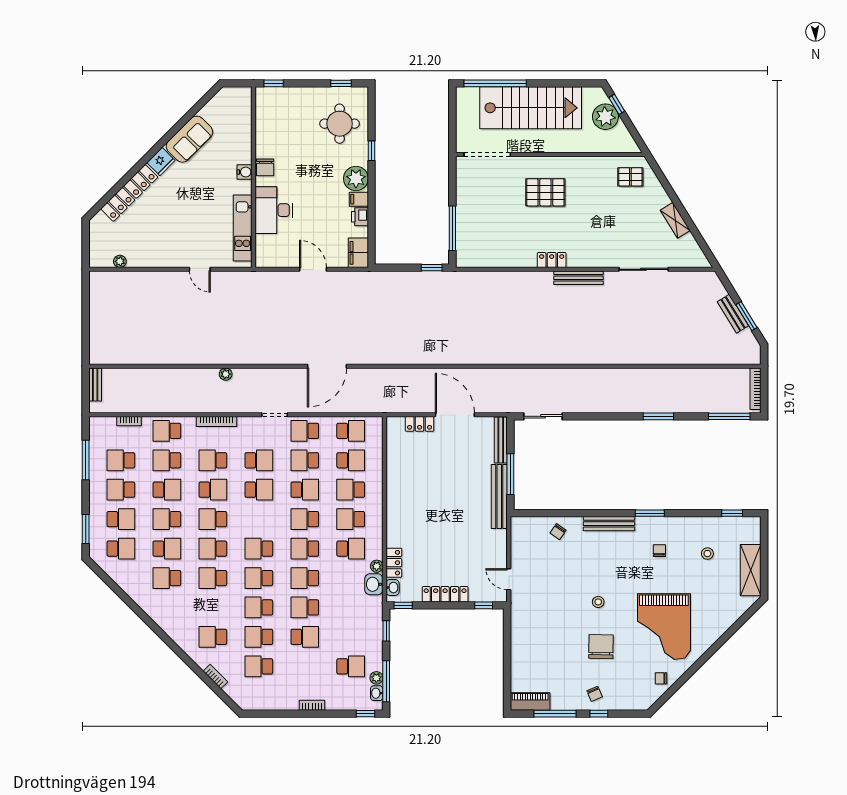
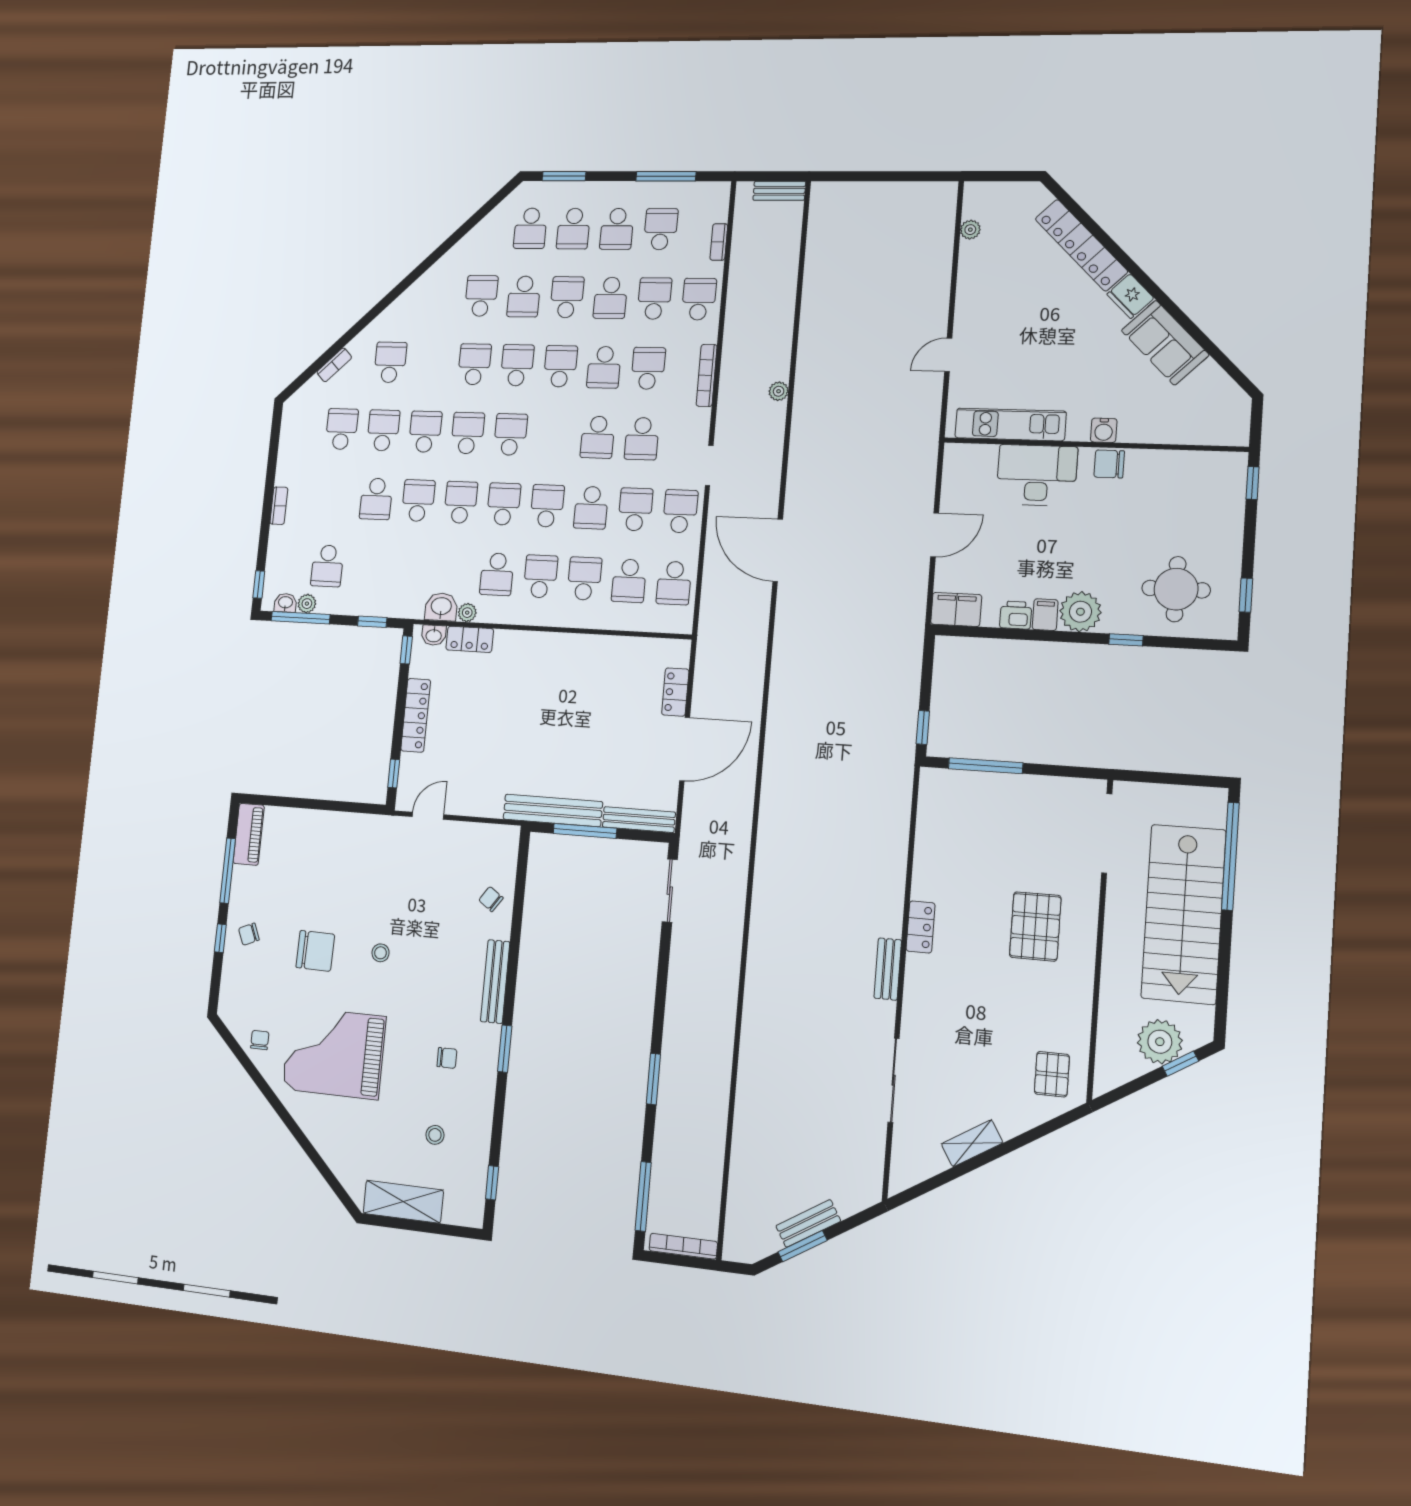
bench: (578, 278) -> (888, 969), width x0.73
school desk: (121, 490) -> (617, 229), turned 180

